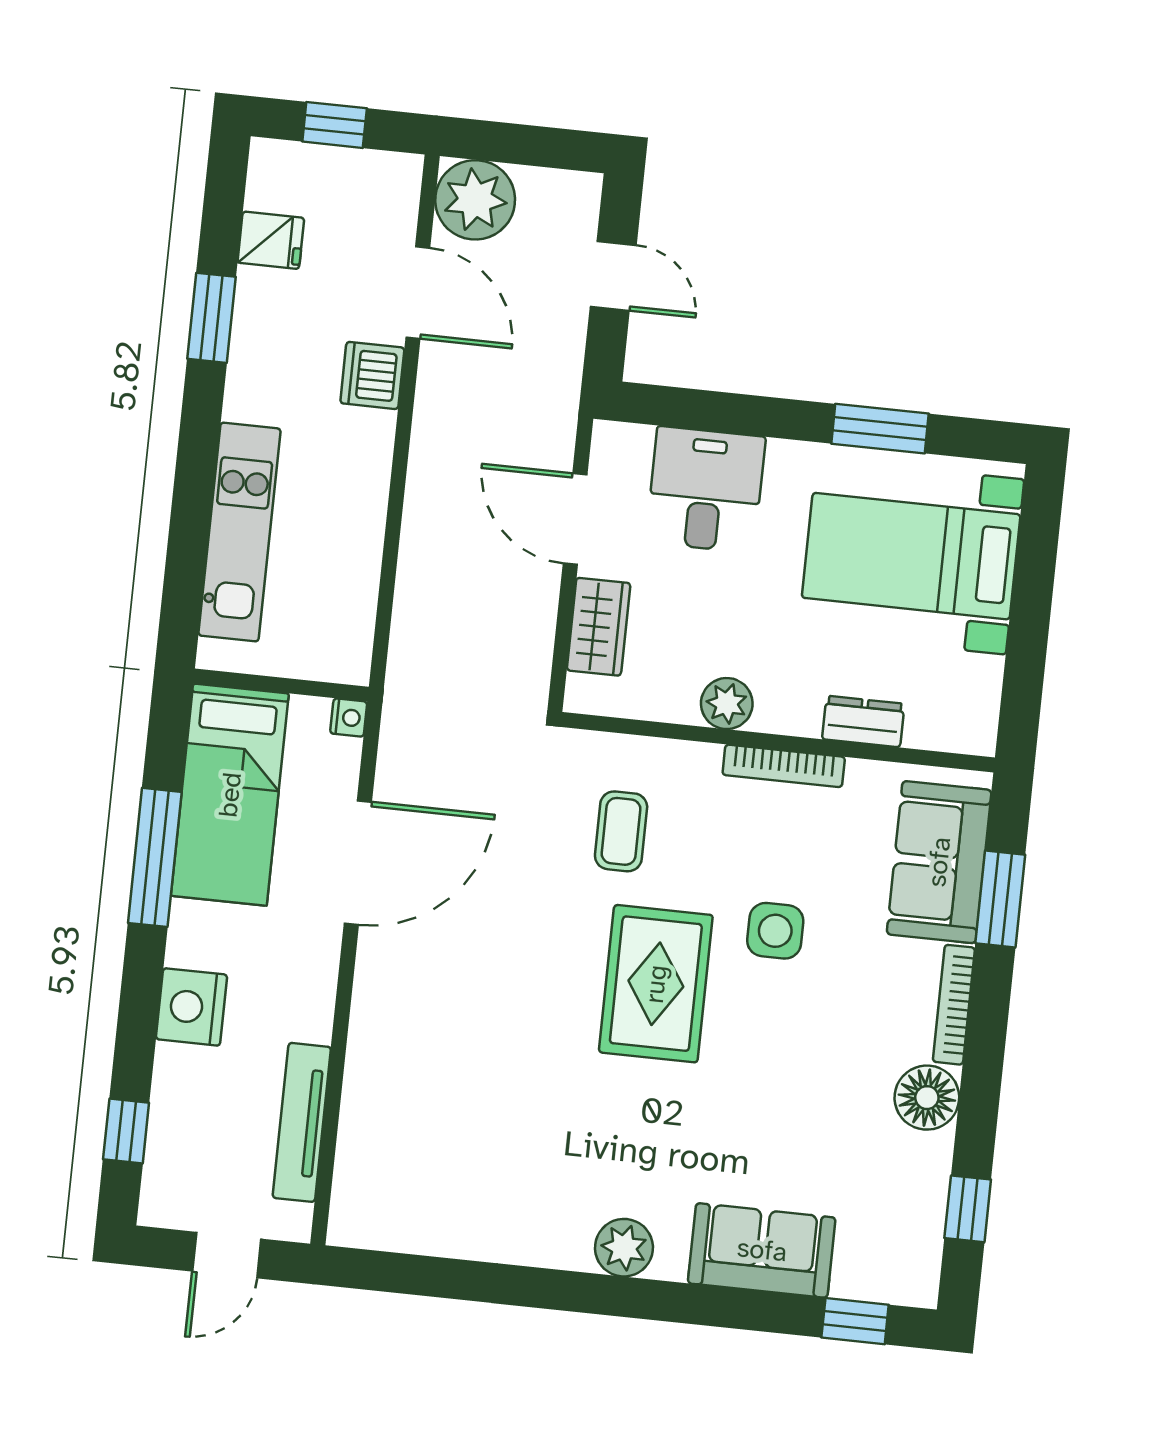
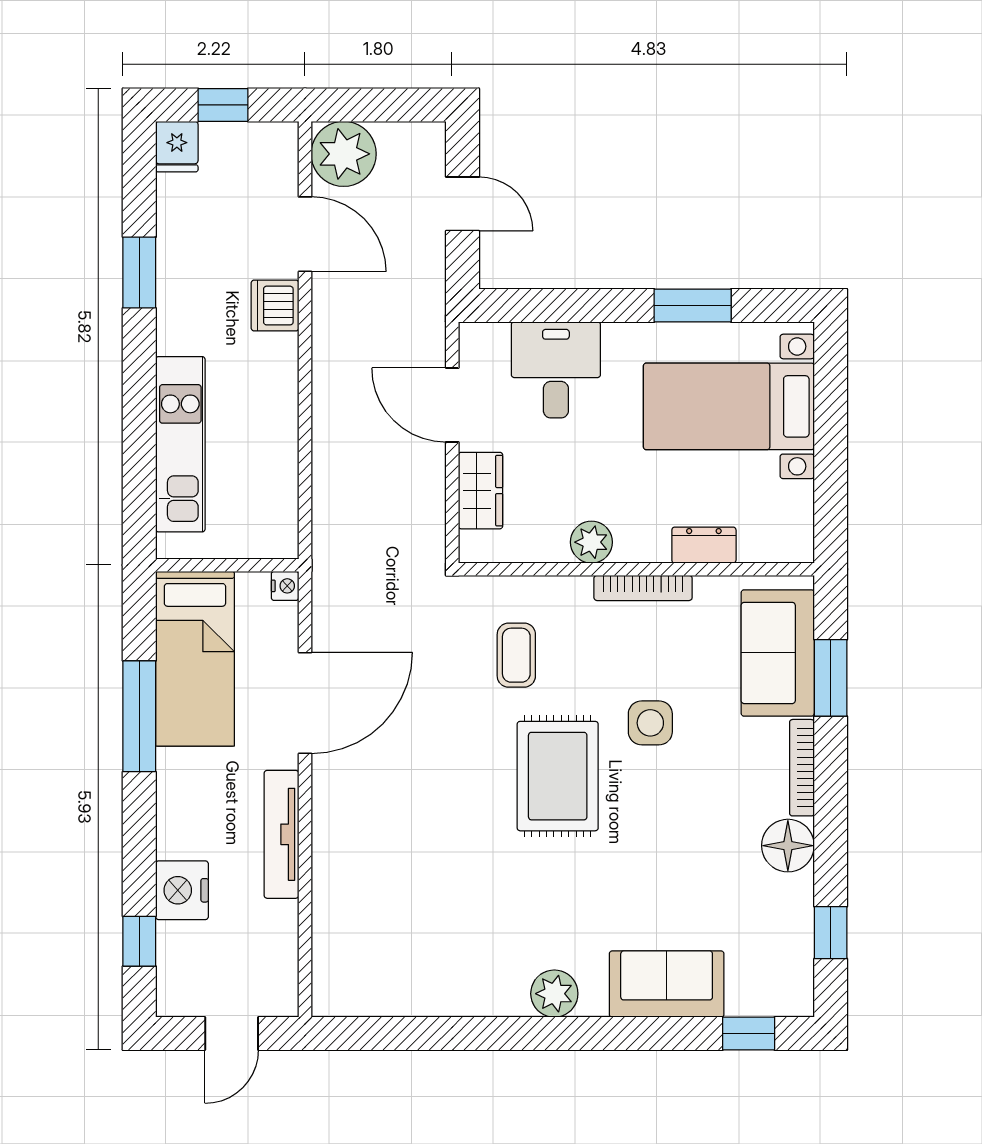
fridge: (271, 240) -> (177, 147), moved, turned 90
nightstand: (192, 1007) -> (182, 890), moved
tv unit: (302, 1122) -> (281, 834), moved

